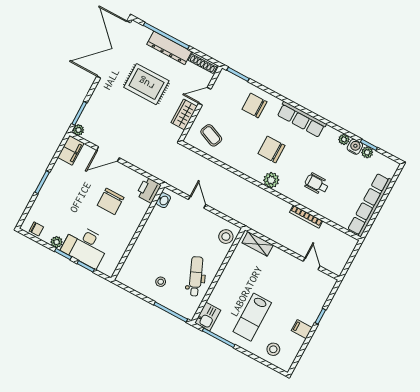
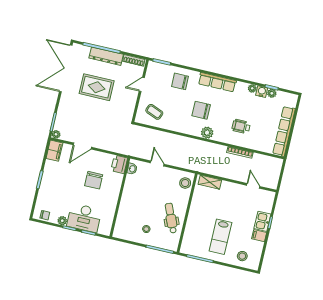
wardrobe: (184, 114) -> (130, 102), removed
kitchen sink: (208, 317) -> (262, 221), moved, turned 180

